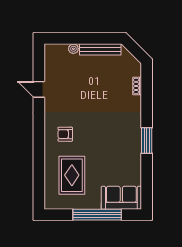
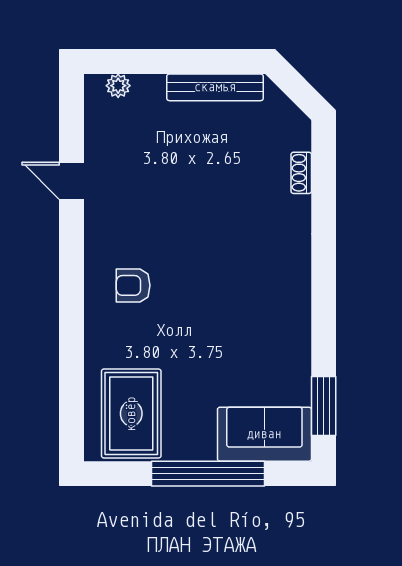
plant: (73, 49) -> (118, 86), moved
window: (147, 141) -> (324, 406), moved
rug: (72, 175) -> (131, 414), moved

